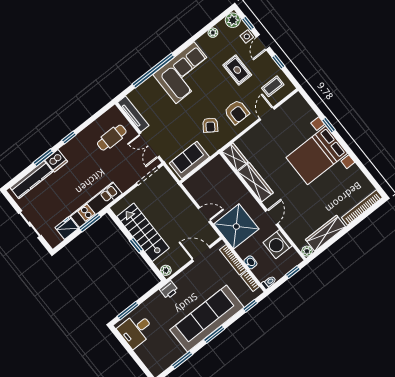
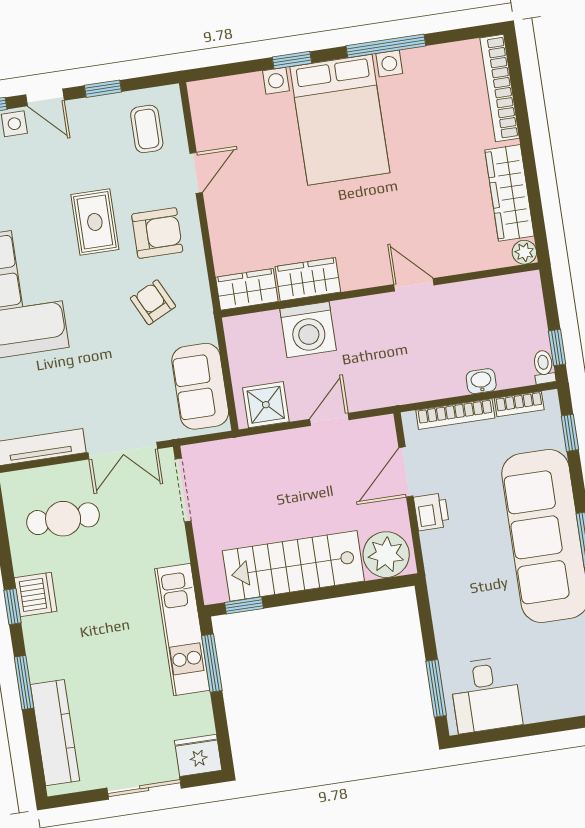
rug: (237, 70) -> (95, 222), moved, turned 90
door: (267, 114) -> (196, 173), swing flipped
armchair: (210, 125) -> (153, 302), turned -151
cafe table: (112, 138) -> (63, 519), turned 90
window: (354, 157) -> (386, 46), added
dishwasher: (56, 161) -> (36, 594), moved
wardrobe: (255, 182) -> (308, 279), width x0.67
shower: (236, 226) -> (266, 405), moved, width x0.54, depth x0.54
fridge: (67, 228) -> (198, 755), moved, turned 90
washing machine: (278, 244) -> (308, 330), moved
window: (136, 245) -> (244, 605), moved
plant: (166, 270) -> (386, 555), width x1.88, depth x1.88
window: (293, 272) -> (557, 348), moved
printer: (169, 290) -> (431, 512), moved

